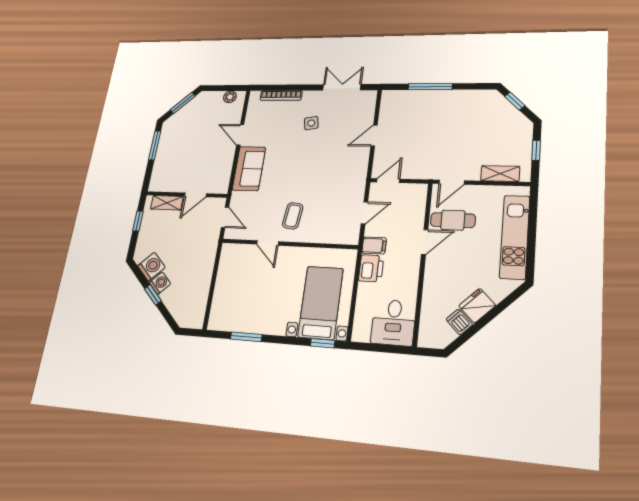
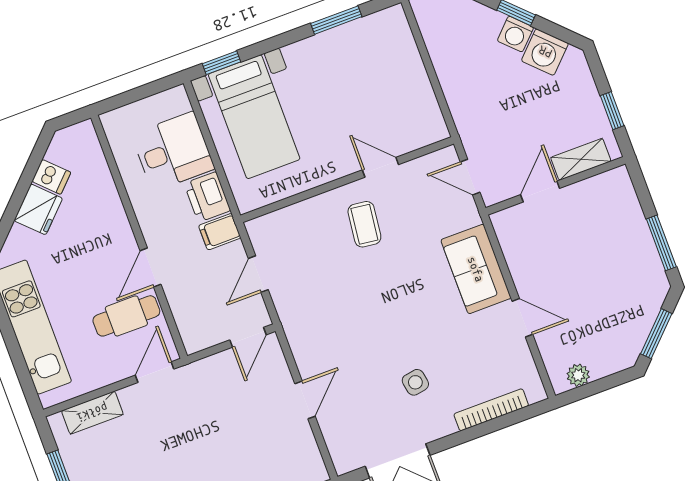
desk: (393, 323) -> (173, 151), moved, turned 90

